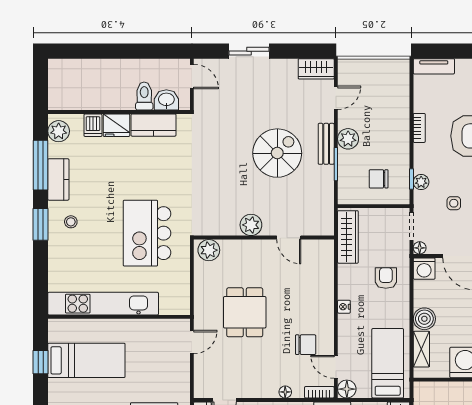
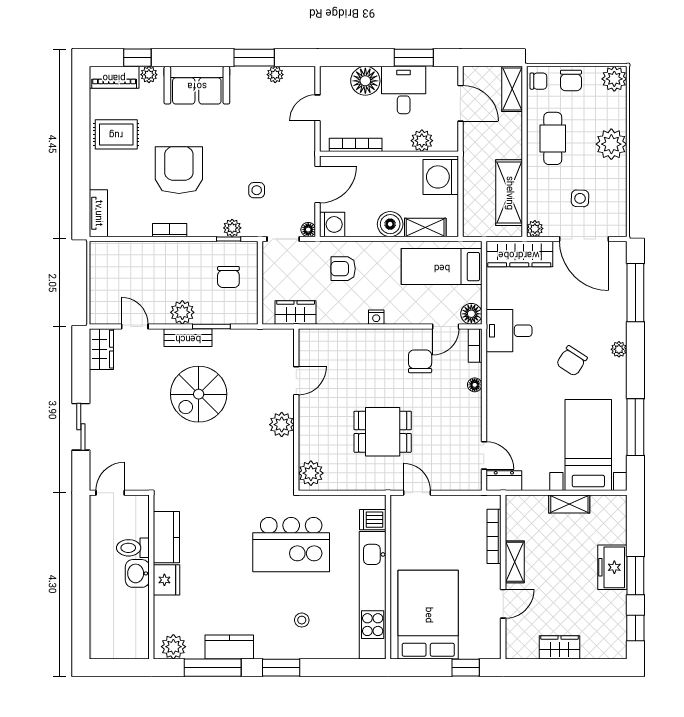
washbasin: (166, 100) -> (137, 573), moved
dishwasher: (93, 125) -> (373, 520), moved, turned 180
spiral stairs: (277, 153) -> (199, 394), turned -90
stool: (71, 222) -> (302, 620), moved
wardrobe: (348, 237) -> (296, 312), width x0.67
bed: (86, 360) -> (428, 615), width x1.50
window: (41, 362) -> (466, 668), moved

